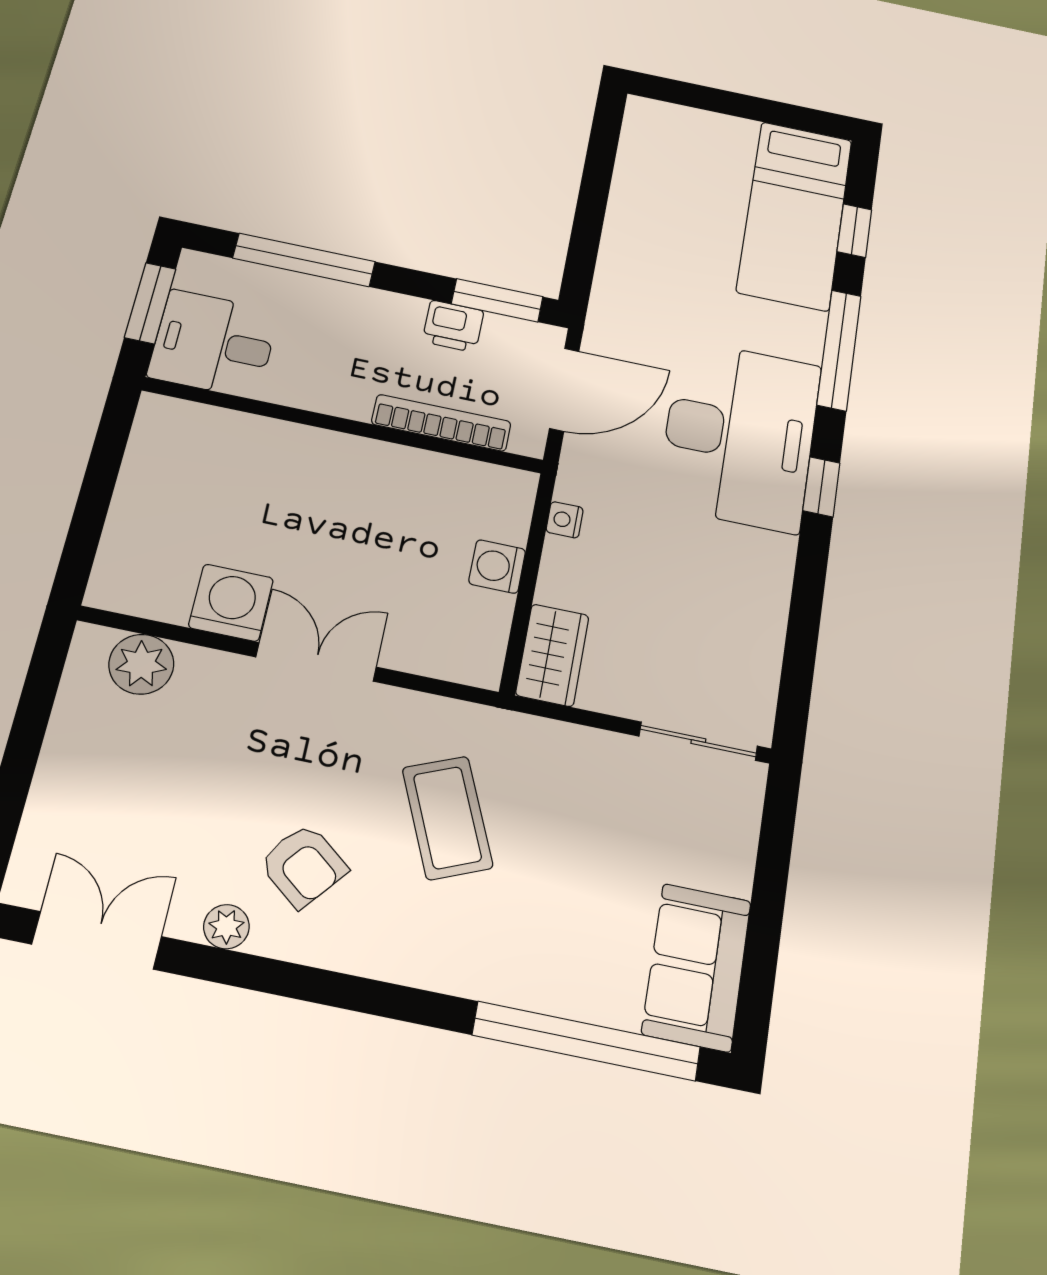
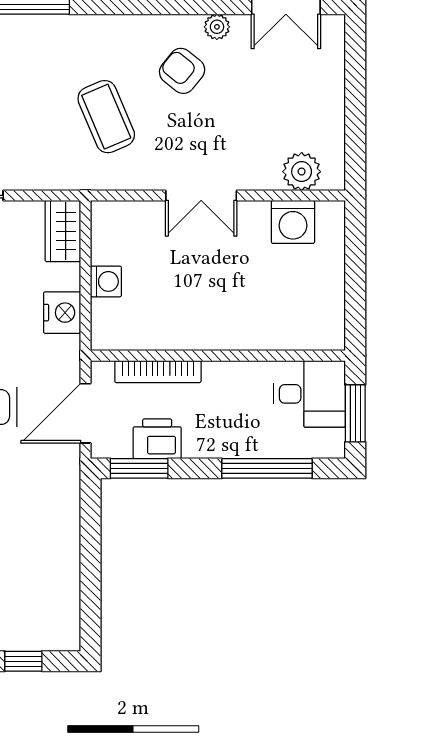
window: (711, 99) -> (23, 661), added
printer: (453, 326) -> (157, 439), width x1.36, depth x1.24
nightstand: (565, 520) -> (62, 313), width x1.89, depth x1.79
washing machine: (231, 603) -> (293, 222), moved

